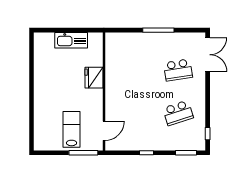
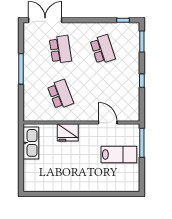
kitchen sink: (71, 40) -> (31, 143), moved
school desk: (132, 70) -> (60, 94), added
lab bench: (72, 129) -> (119, 154), turned 180
door: (104, 131) -> (108, 123), moved

